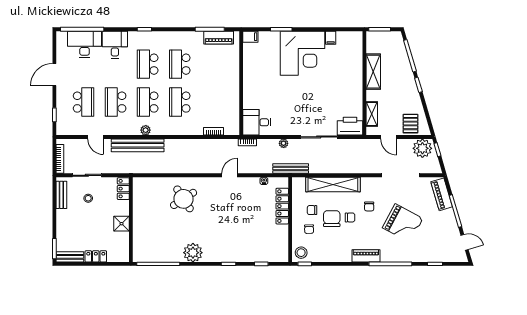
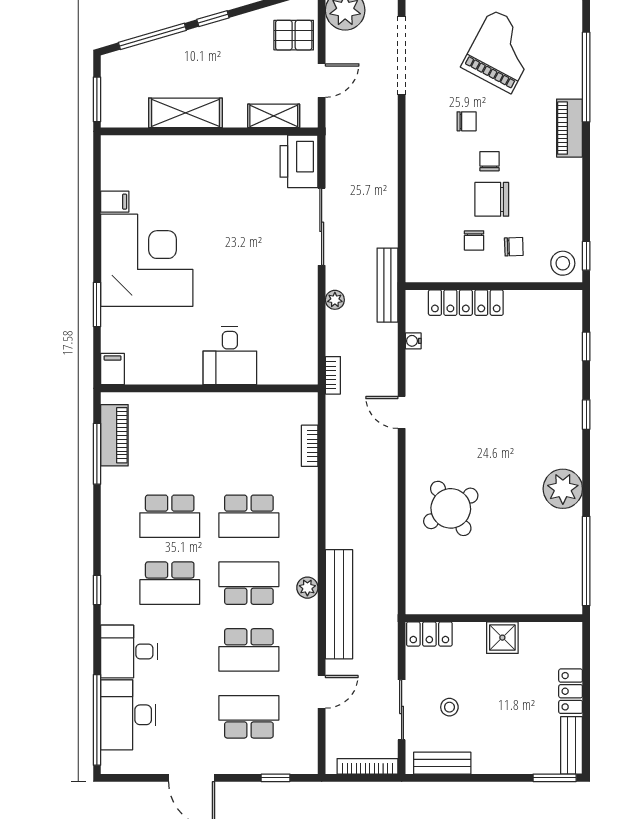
school desk: (148, 102) -> (249, 583), turned 180
desk: (257, 122) -> (230, 356), moved
shelving: (333, 184) -> (421, 197), removed

